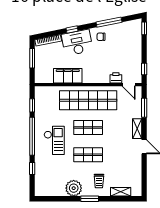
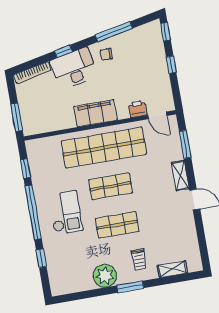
window: (32, 58) -> (17, 117), moved
window: (144, 69) -> (171, 65), moved
filing cabinet: (68, 76) -> (95, 113), moved

